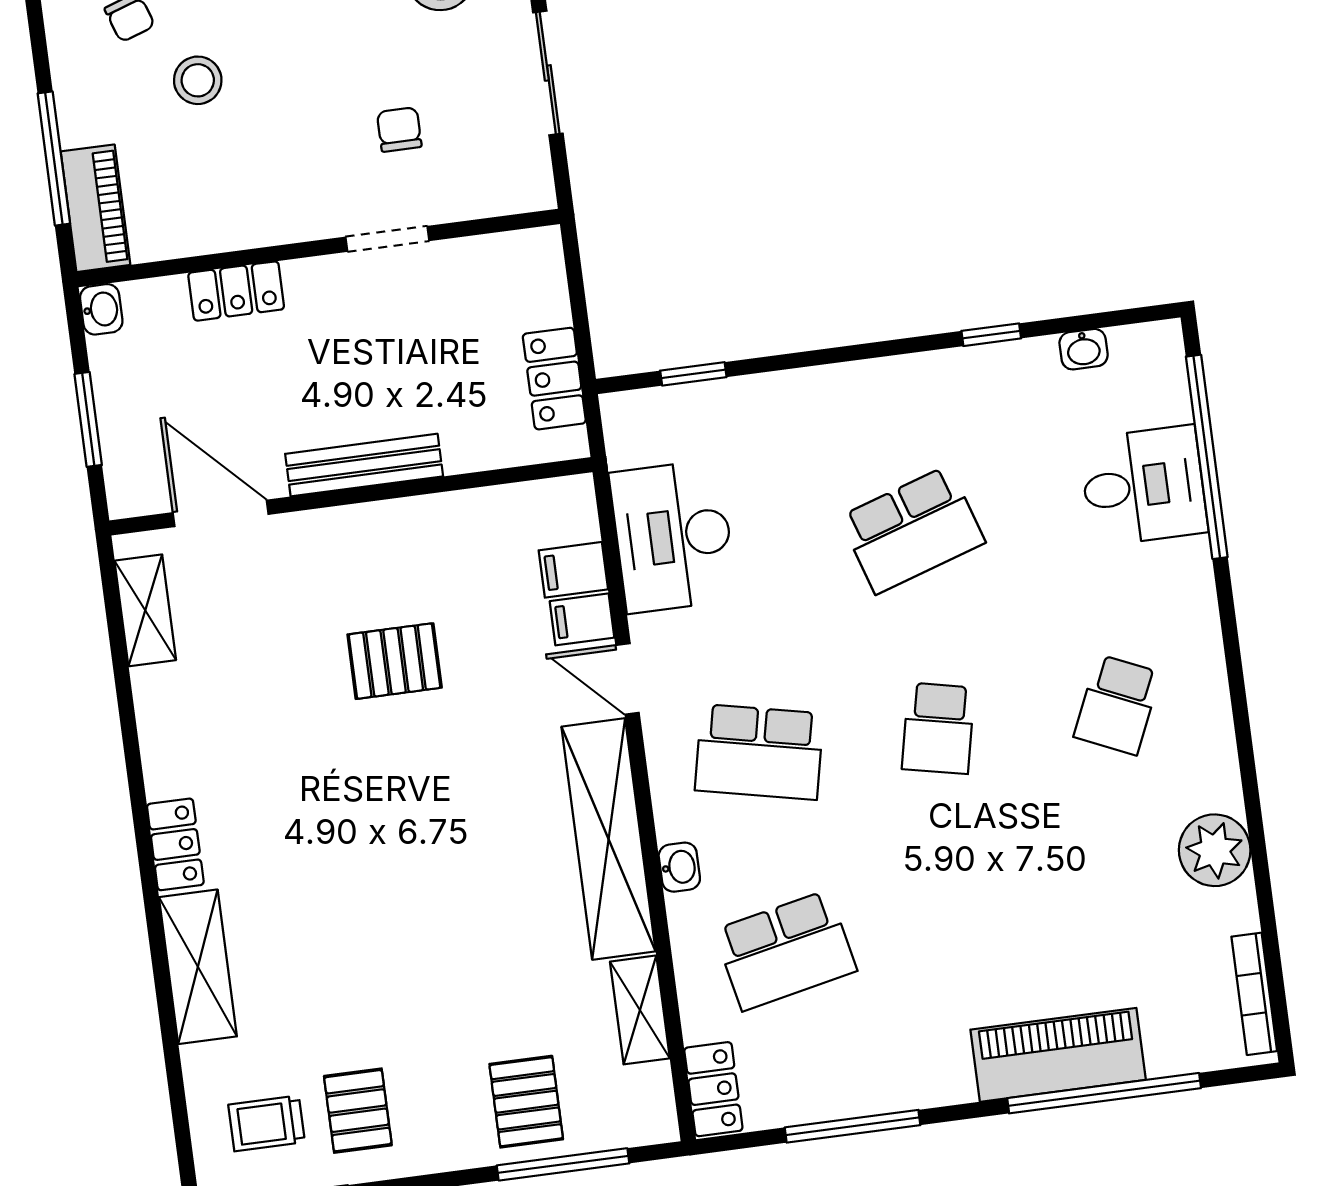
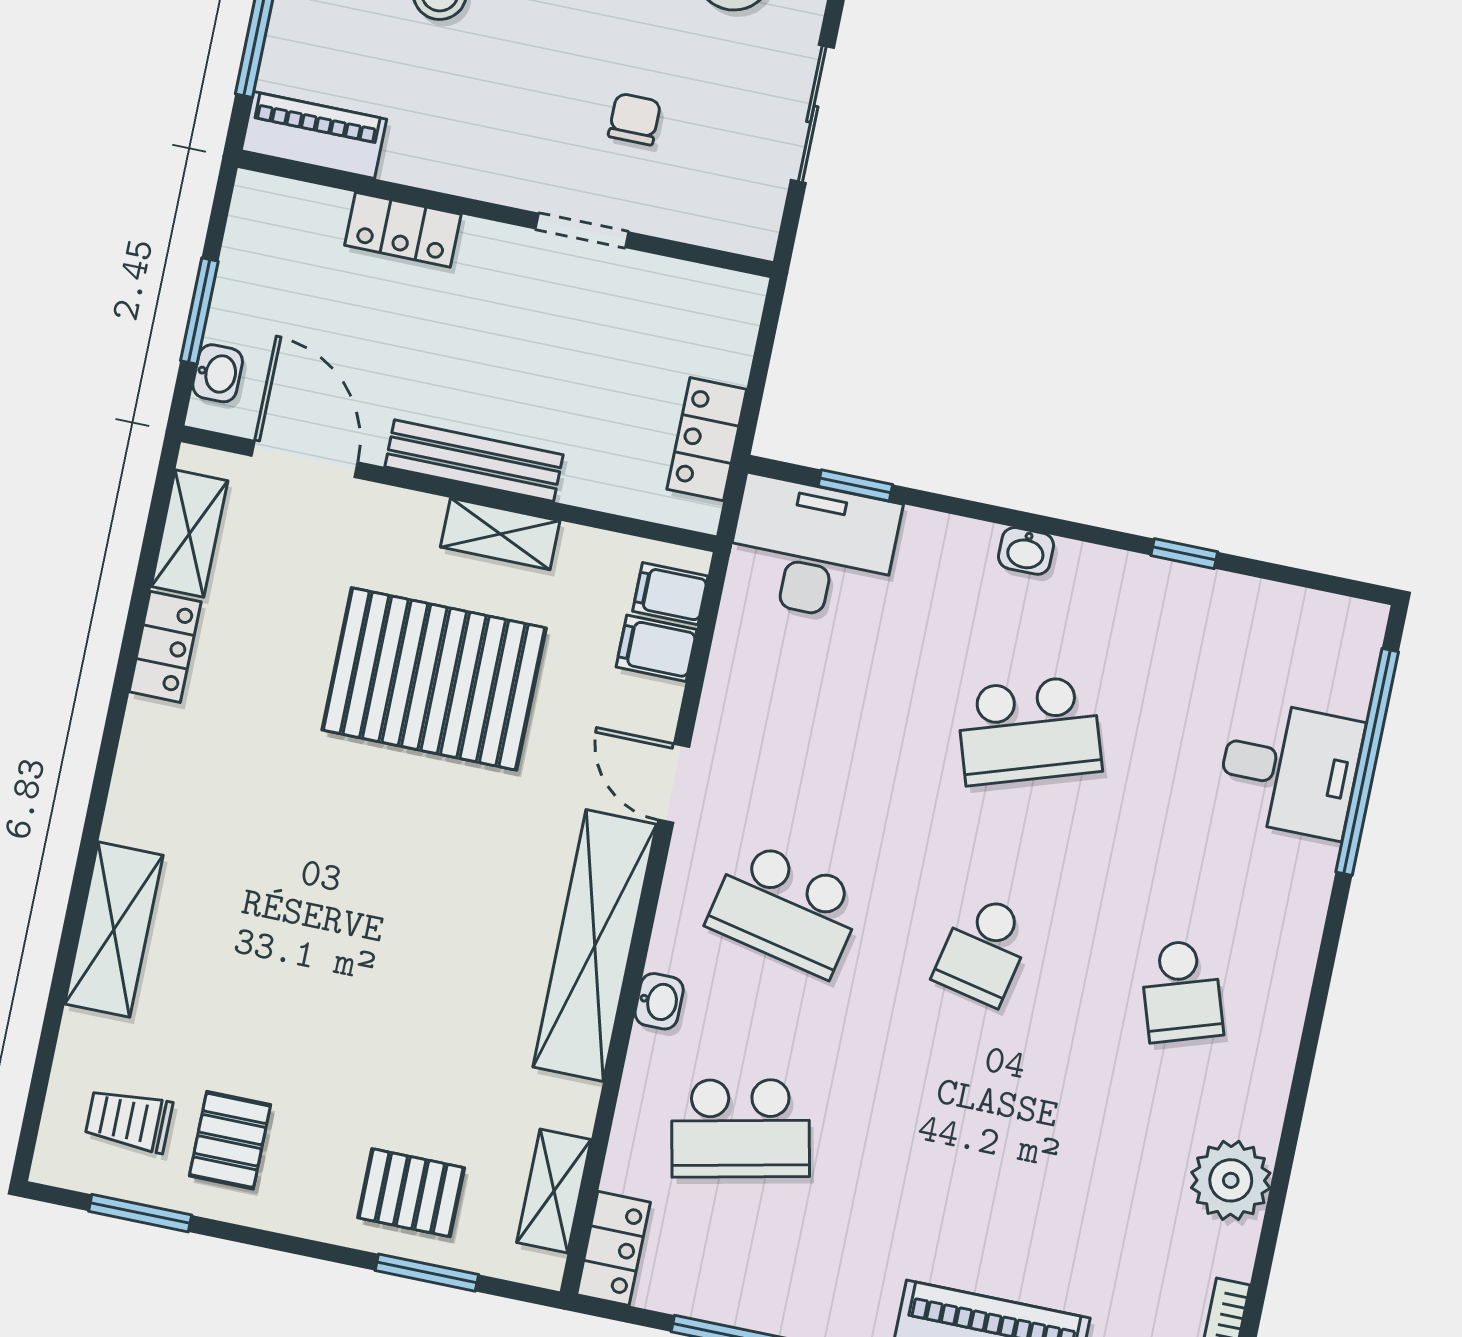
piano: (96, 208) -> (314, 135), moved, turned -90
washbasin: (101, 309) -> (218, 373), moved
washbasin: (1084, 349) -> (1026, 551), moved
shelving: (408, 519) -> (500, 534), added
desk: (673, 536) -> (812, 549), moved, turned 90
filing cabinet: (582, 619) -> (670, 594), moved
pallet: (395, 661) -> (434, 679), width x2.05, depth x2.00
school desk: (1117, 705) -> (1181, 991), turned -42
locker: (175, 844) -> (165, 647), moved
shelving: (640, 1010) -> (554, 1191), moved
pallet: (526, 1102) -> (411, 1193), turned 90
window: (563, 1164) -> (427, 1273), width x0.69

